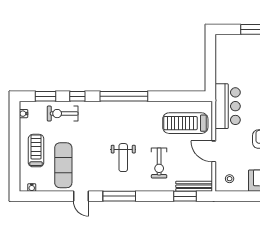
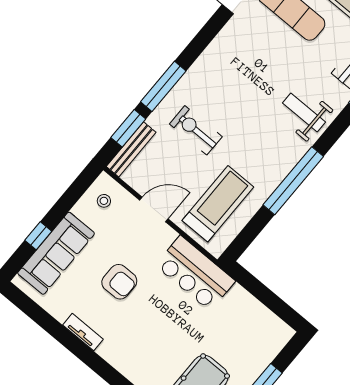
window: (124, 96) -> (293, 181), moved
weight bench: (123, 158) -> (304, 113), moved
window: (119, 196) -> (163, 86), moved

